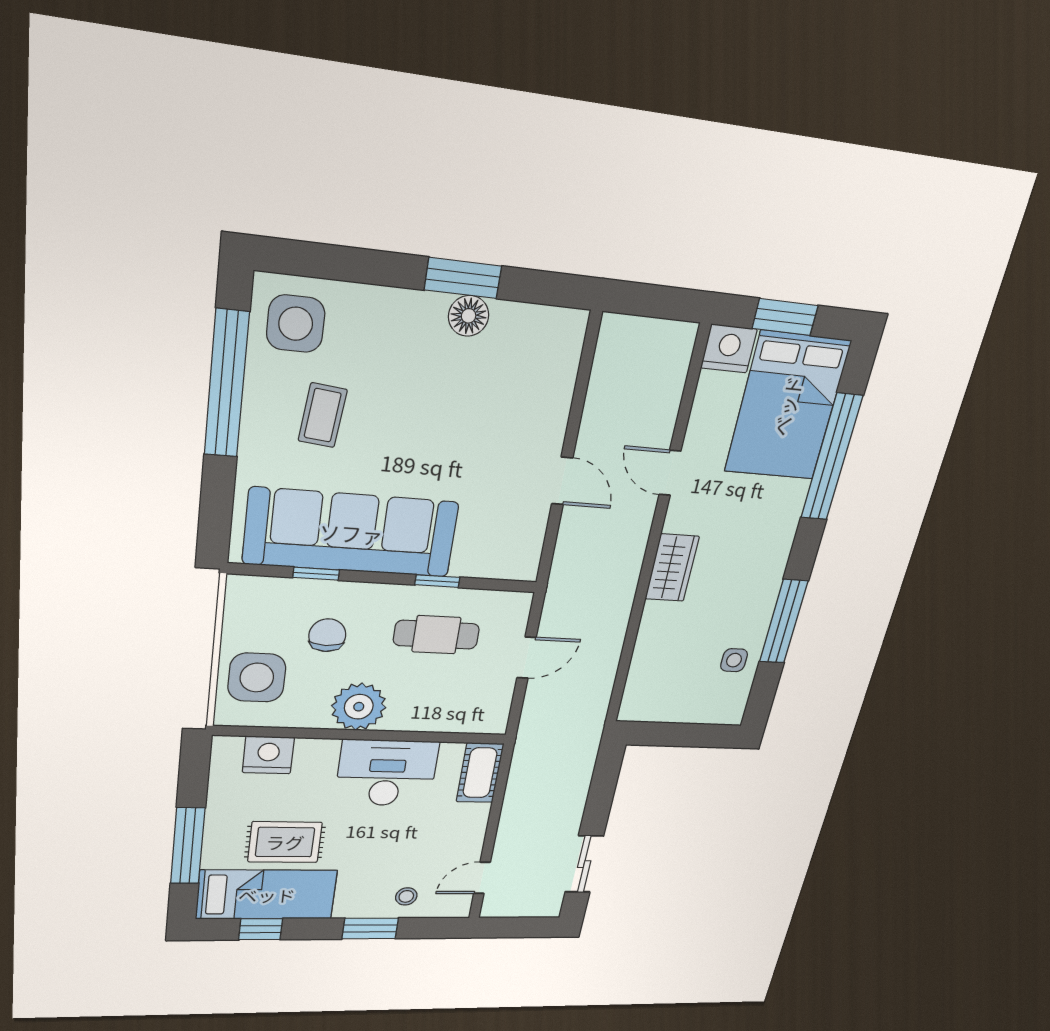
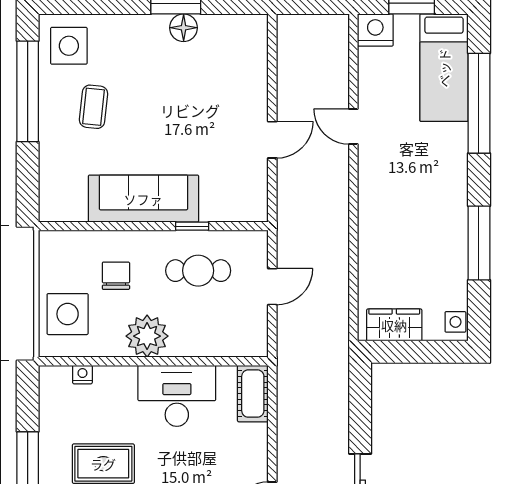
bed: (787, 406) -> (444, 68), width x0.67
door: (562, 481) -> (272, 140), hinge flipped
sofa: (351, 533) -> (143, 199), width x0.74, depth x0.79
wardrobe: (672, 568) -> (394, 325), moved, turned -90
window: (316, 574) -> (102, 226), removed
side table: (734, 660) -> (455, 322), moved
nightstand: (268, 755) -> (82, 375), width x0.53, depth x0.56

